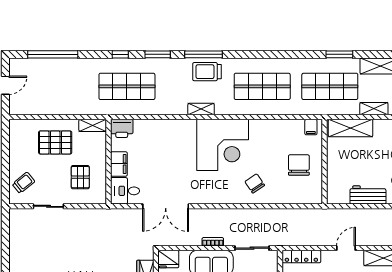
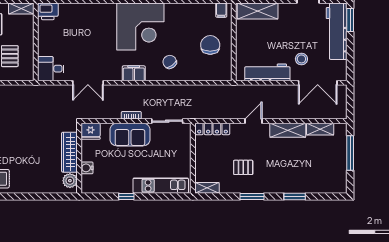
filing cabinet: (119, 164) -> (134, 73), moved, turned -90
workbench: (368, 195) -> (267, 72), width x1.38
double door: (166, 206) -> (88, 83), width x0.73

